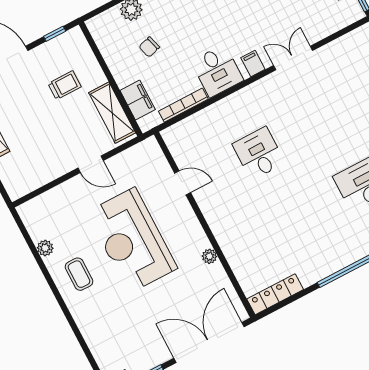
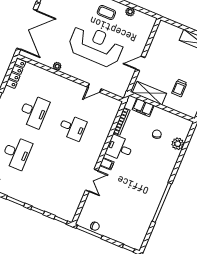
desk: (294, 220) -> (34, 111), added

